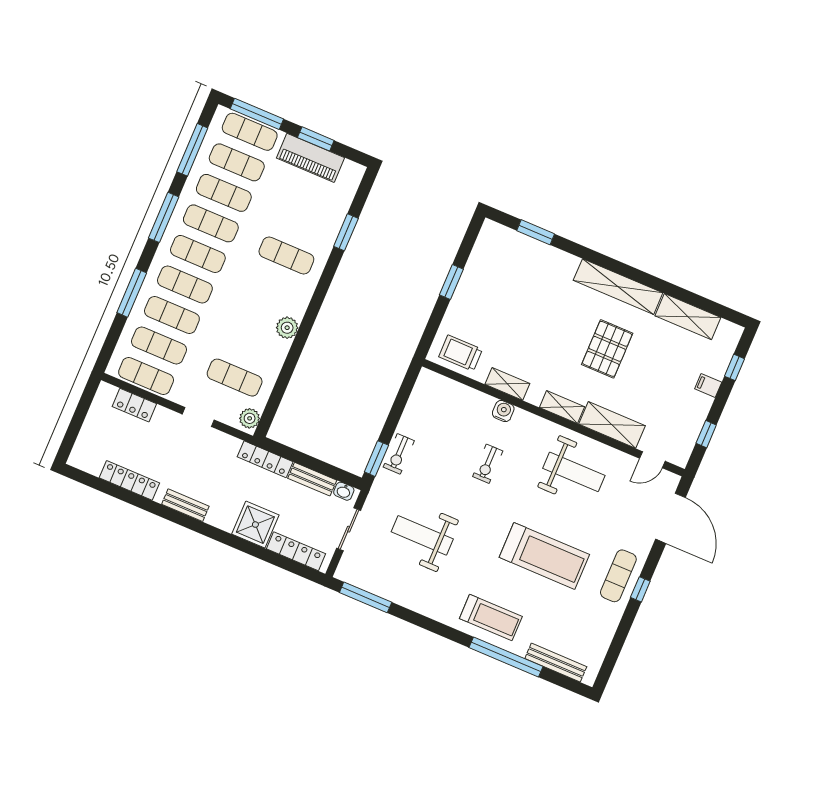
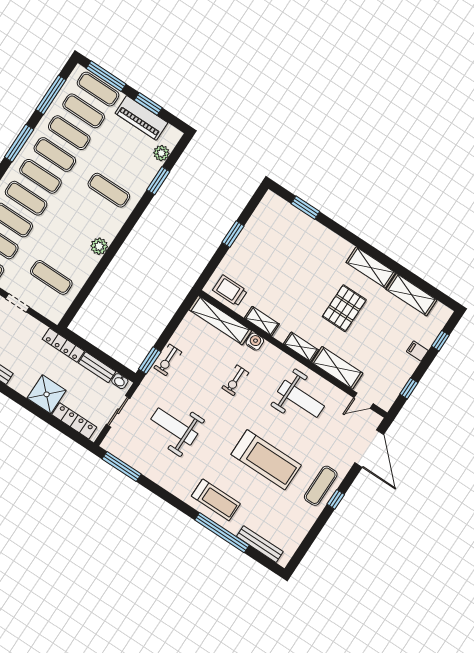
shelving: (618, 287) -> (371, 267), width x0.68
shelving: (455, 392) -> (220, 320), added
plant: (250, 418) -> (161, 153), moved

